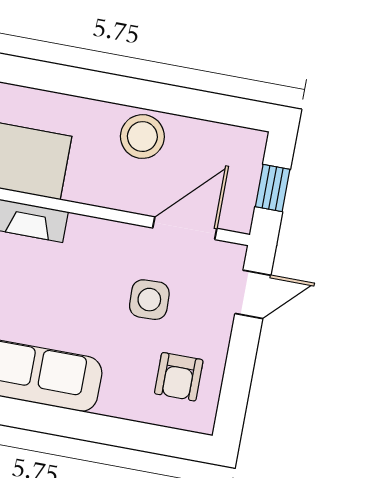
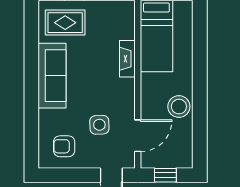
door: (185, 228) -> (138, 136), hinge flipped

